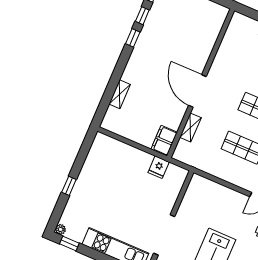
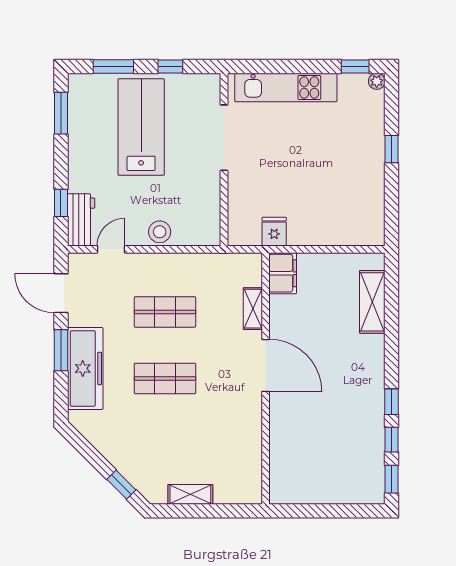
shelving: (120, 94) -> (372, 302), width x1.50, depth x1.33
stool: (226, 196) -> (160, 232), added

